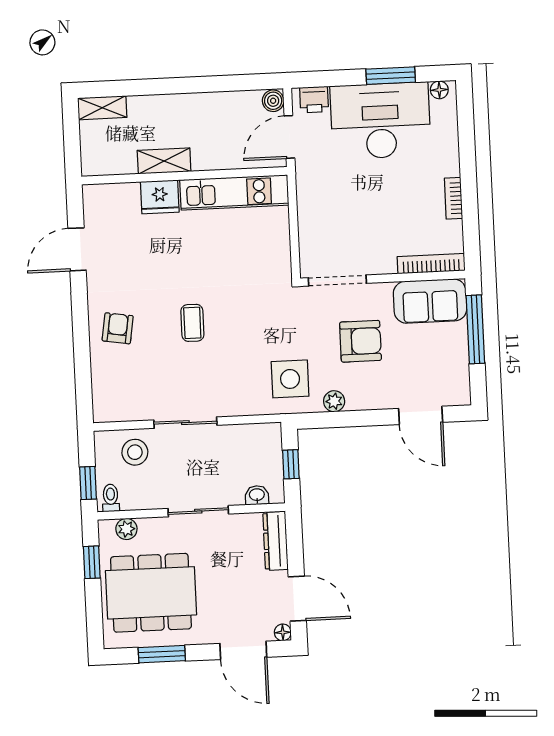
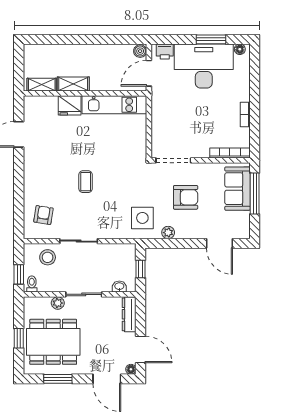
shelving: (102, 108) -> (42, 85), moved
sofa: (430, 301) -> (238, 189), moved, turned 90
armchair: (118, 328) -> (43, 215), moved
plant: (126, 529) -> (58, 303), moved
window: (92, 562) -> (19, 338), moved

